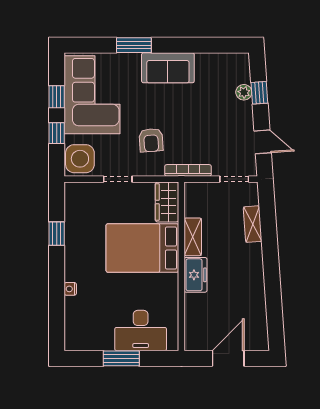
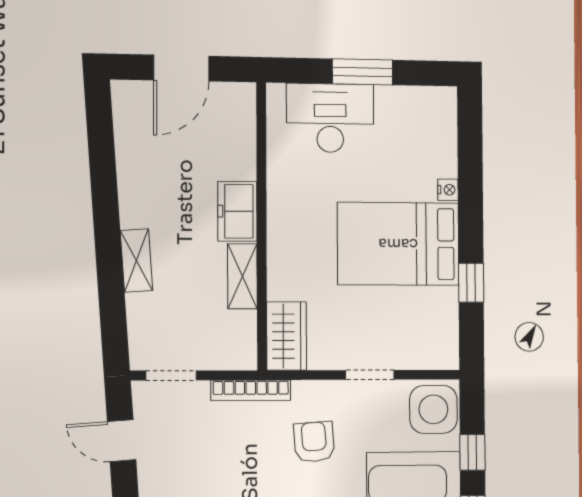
shelving: (253, 224) -> (136, 261), moved
bed: (142, 248) -> (398, 244), moved, turned 180

